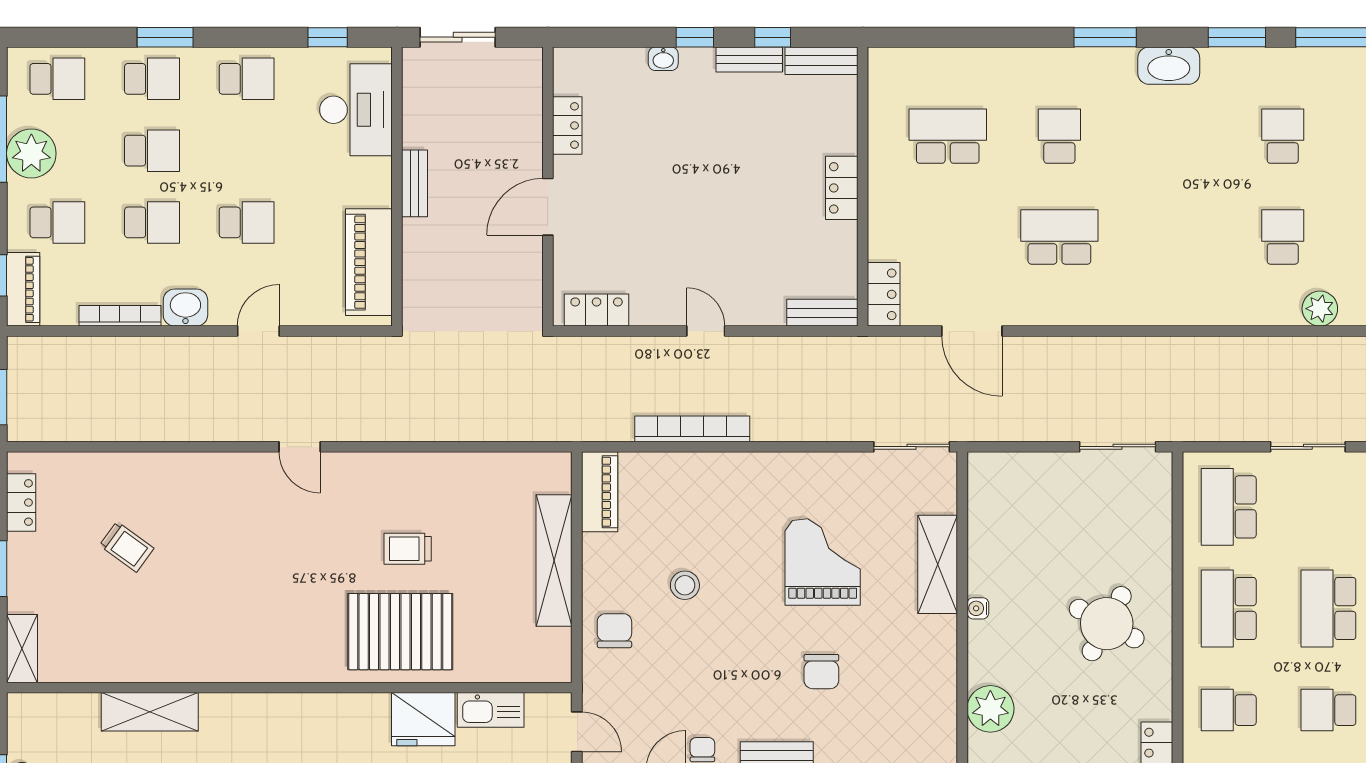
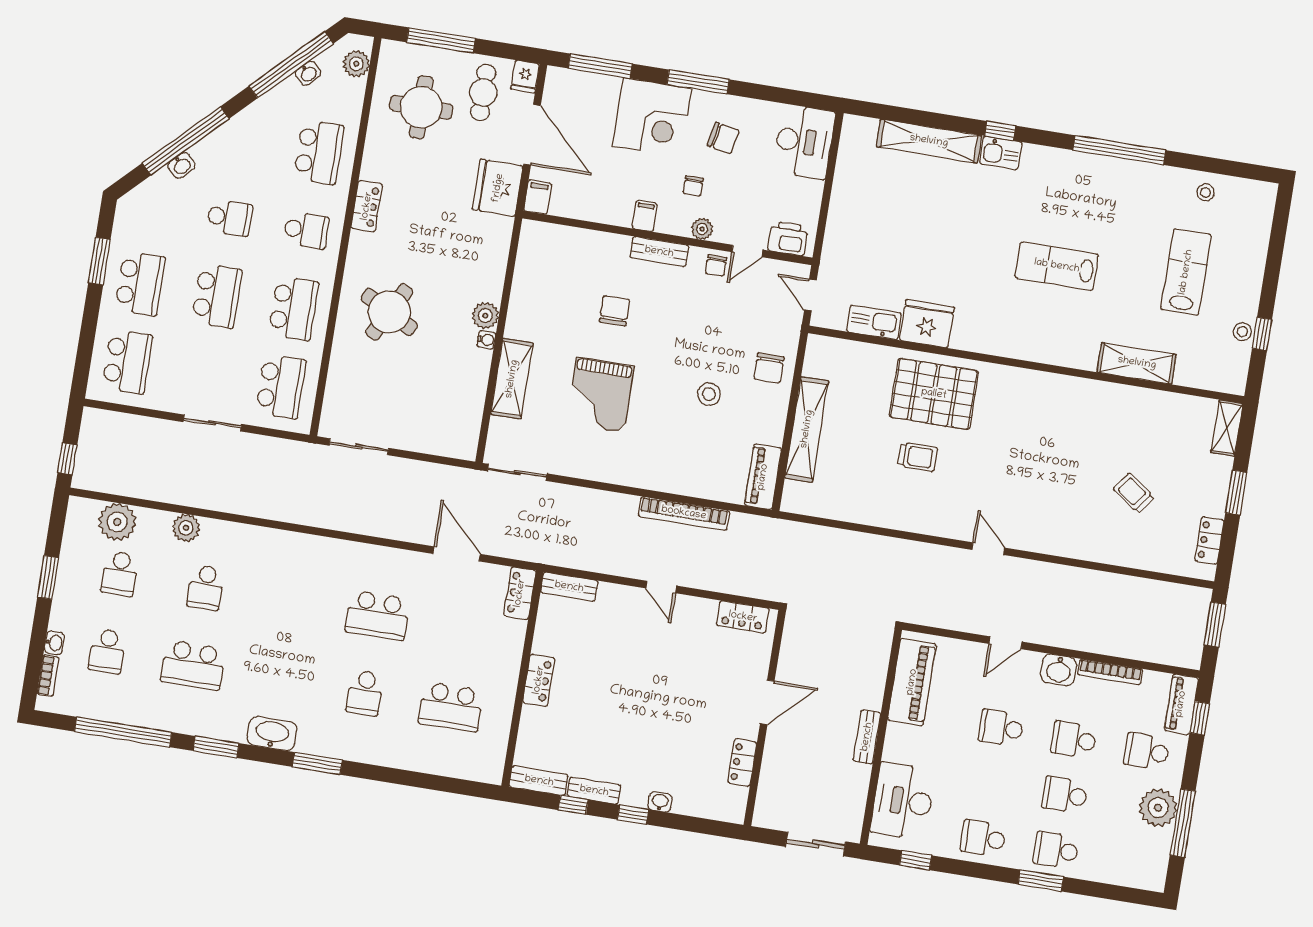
school desk: (57, 79) -> (1129, 862), removed
school desk: (1283, 136) -> (193, 665), width x1.85
plant: (990, 709) -> (485, 316), moved, width x0.73, depth x0.73

